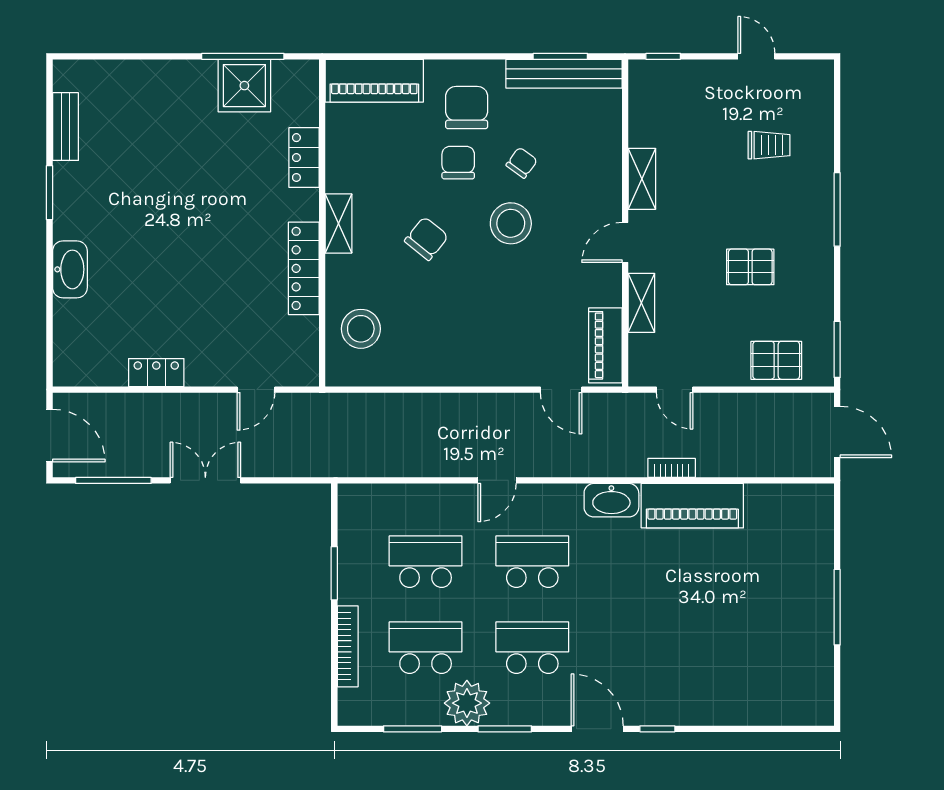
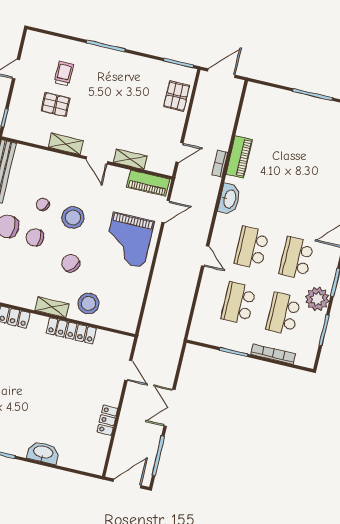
pallet: (750, 267) -> (56, 105), moved, turned 90
stool: (361, 329) -> (88, 303), moved
grand piano: (494, 334) -> (129, 240), added
piano: (692, 506) -> (239, 157), width x0.73, depth x0.75

